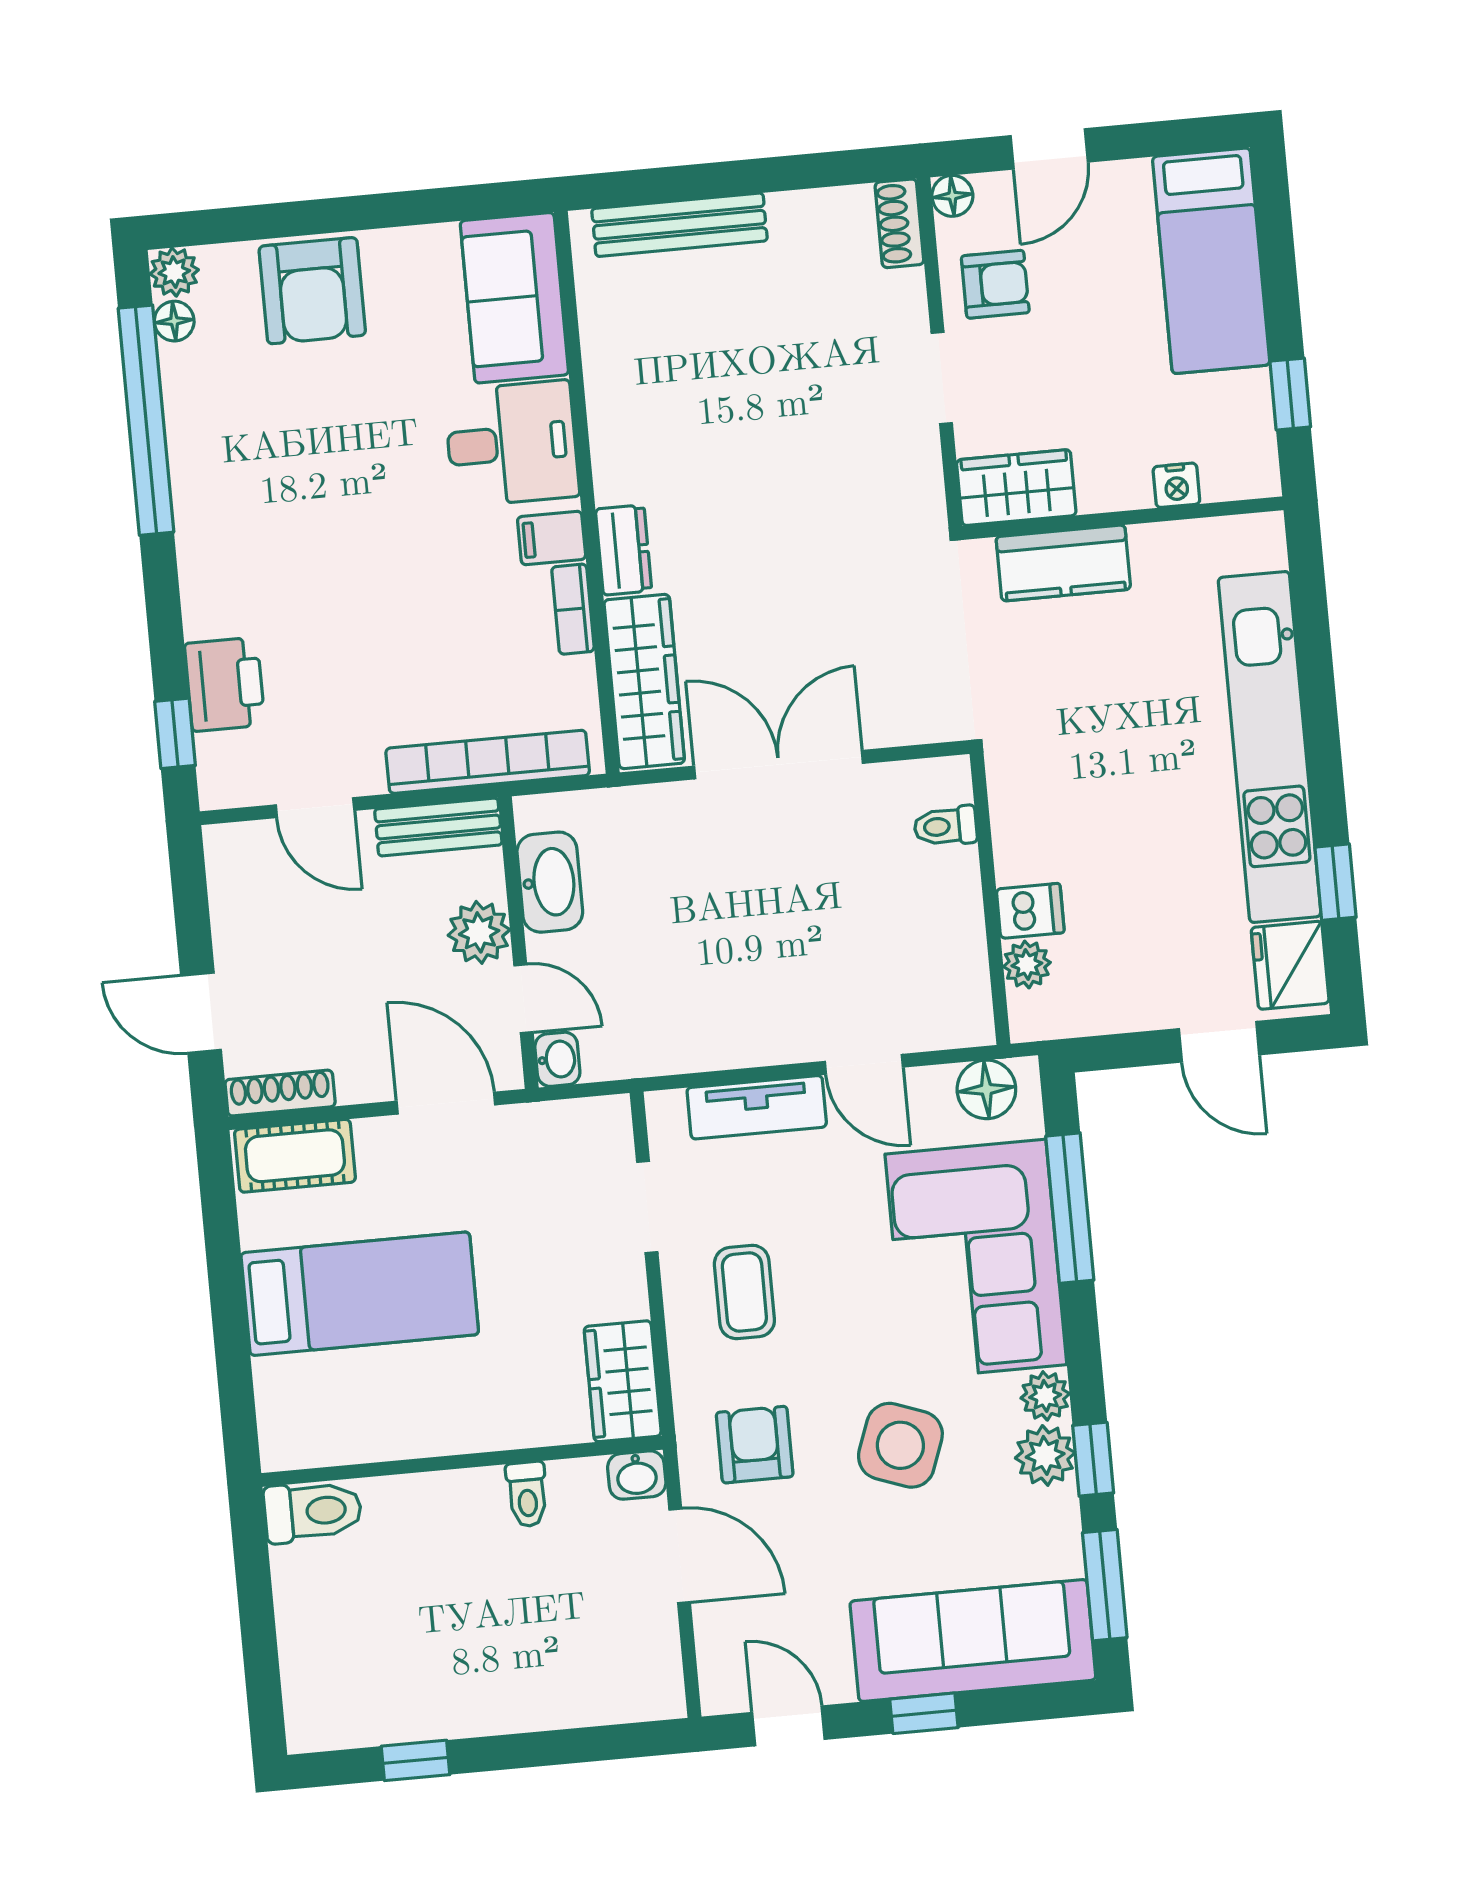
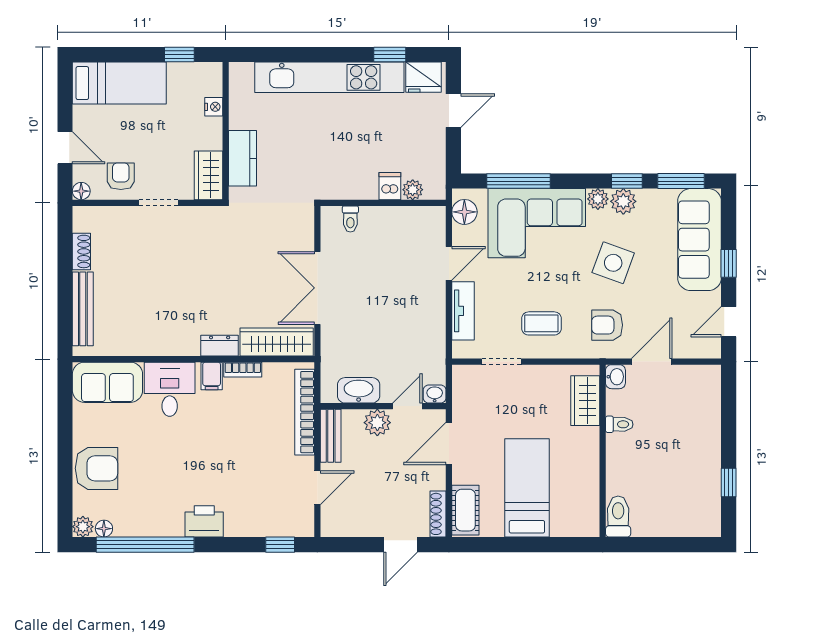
shoe rack: (899, 223) -> (81, 251), moved, turned -90
printer: (225, 684) -> (204, 521), moved
wardrobe: (623, 1381) -> (585, 401), moved, turned 90

